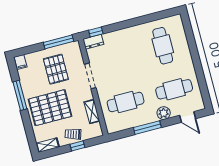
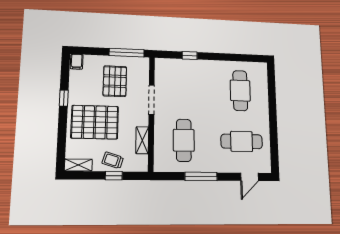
window: (96, 32) -> (190, 56), moved
dresser: (93, 42) -> (166, 64), removed
window: (20, 95) -> (64, 98), width x0.46
cafe table: (126, 102) -> (184, 140), turned 90
plant: (164, 113) -> (224, 165), removed
door: (188, 117) -> (250, 177), hinge flipped

